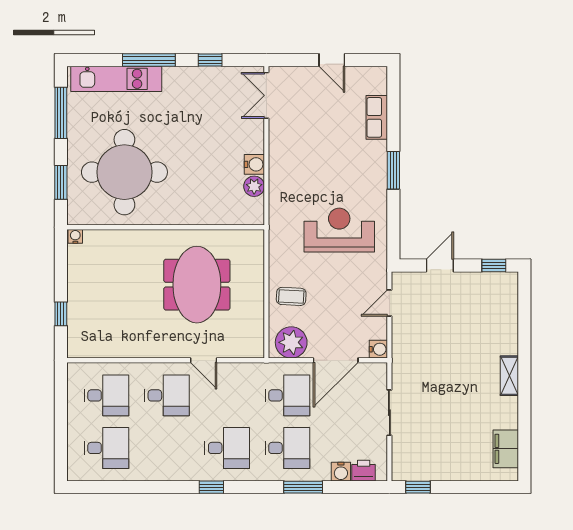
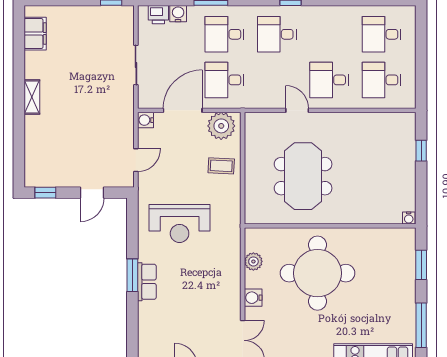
row of seats: (377, 117) -> (147, 282), moved
water cooler: (254, 164) -> (253, 298), moved
round table: (124, 172) -> (318, 273), moved

